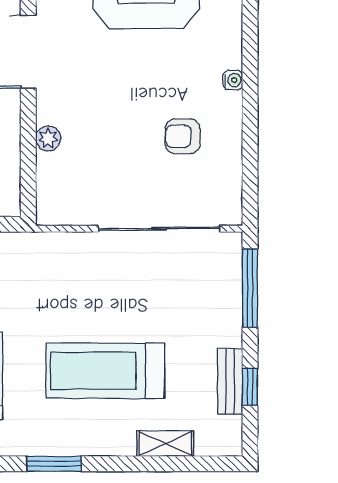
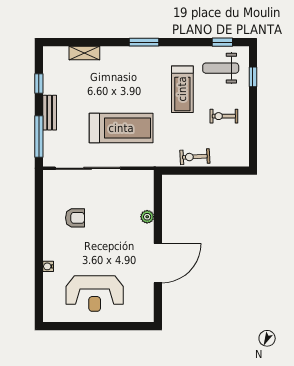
water cooler: (233, 80) -> (48, 266), moved
treadmill: (105, 371) -> (121, 128), moved
bench: (230, 381) -> (50, 113), moved

